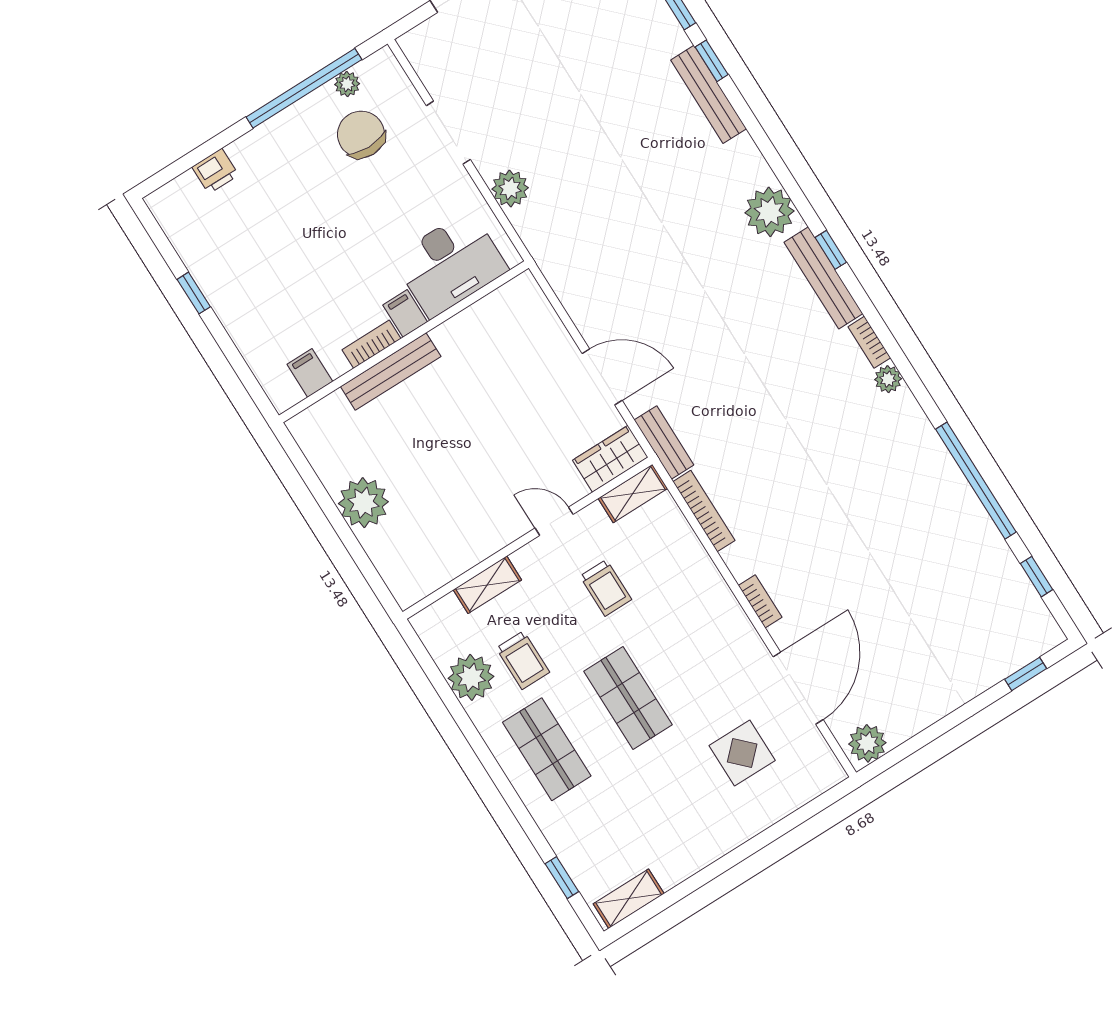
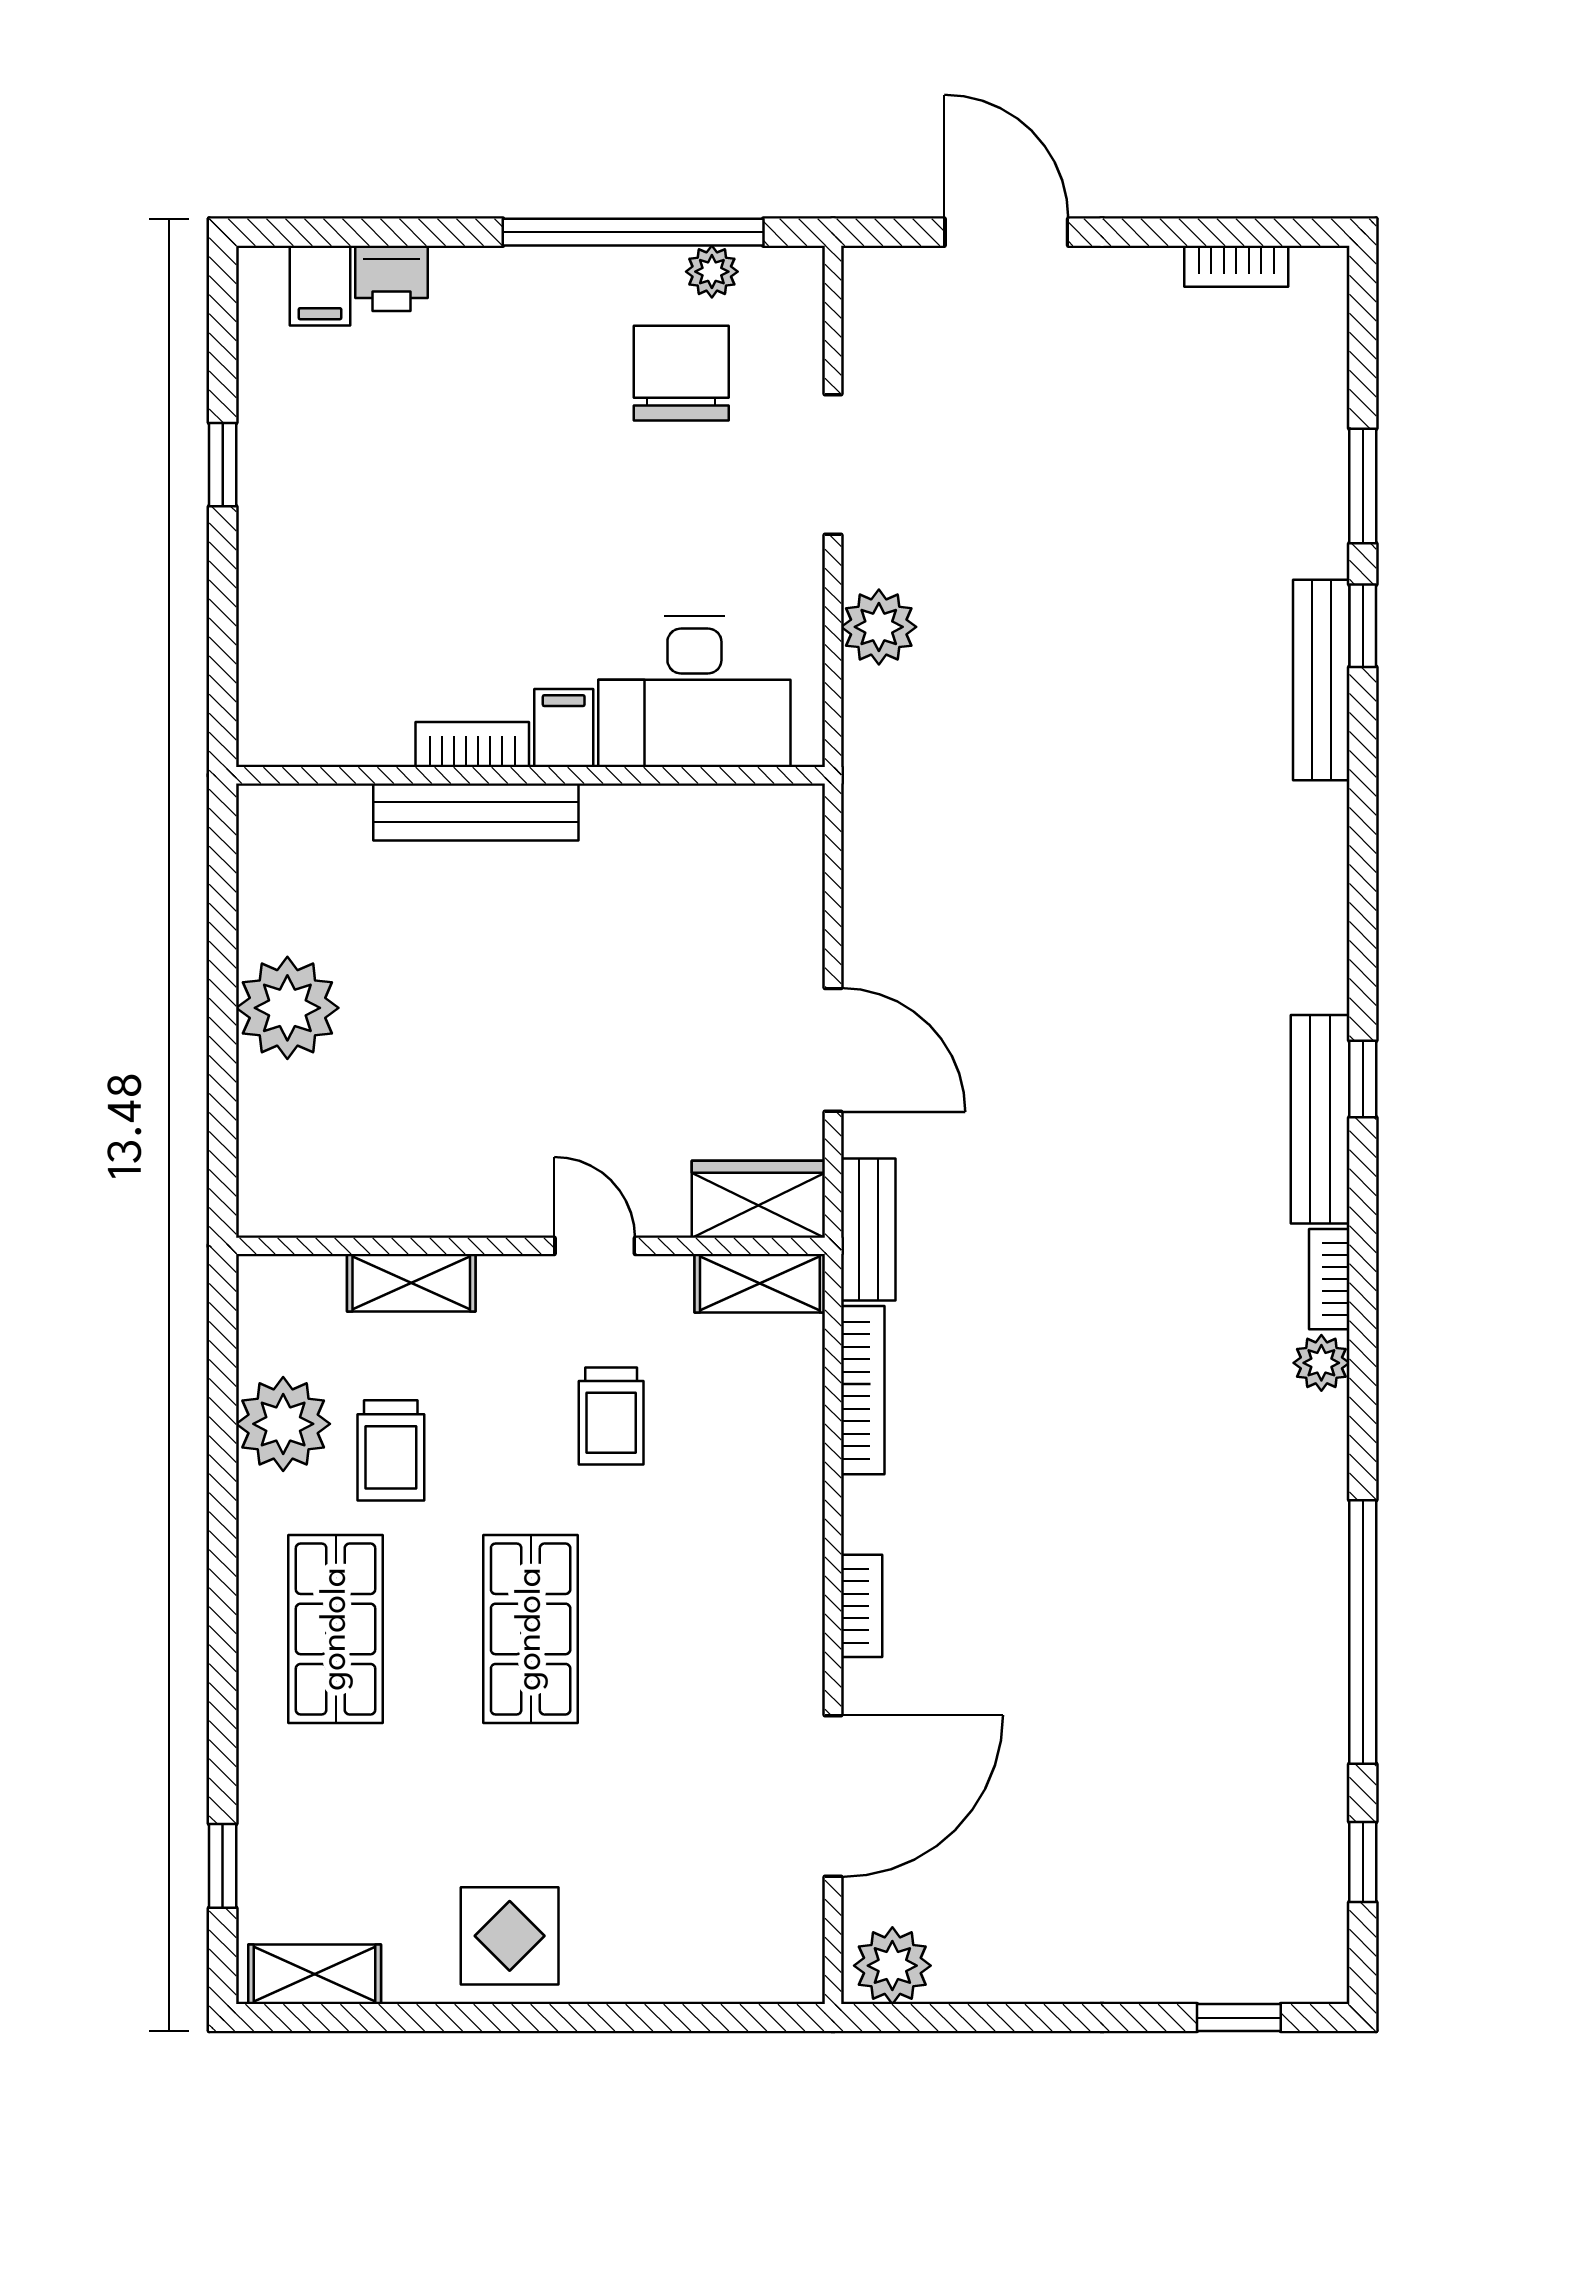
plant: (770, 212) -> (1299, 948), removed
filing cabinet: (310, 373) -> (320, 286), moved, turned 180
display table: (742, 753) -> (510, 1936), moved

